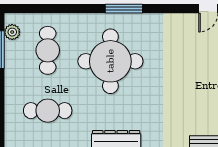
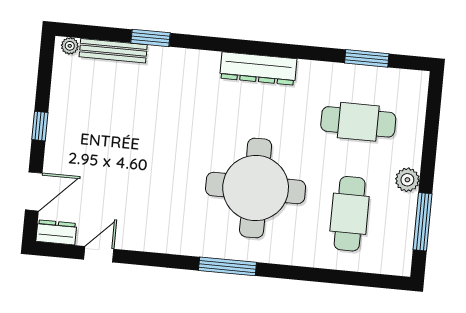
plant: (12, 32) -> (407, 180), moved

